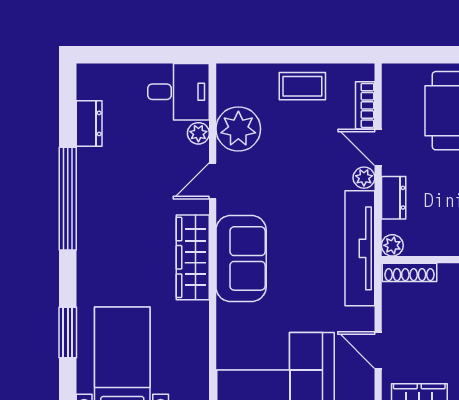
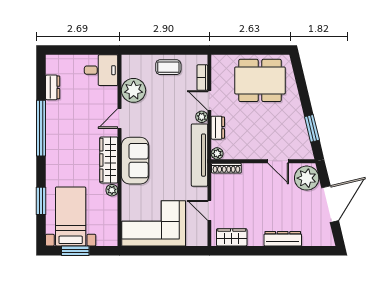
plant: (198, 133) -> (112, 190), moved

